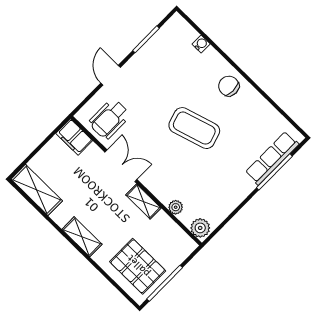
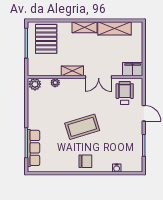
shelving: (37, 190) -> (115, 28), moved
pallet: (138, 266) -> (46, 39), turned 90

